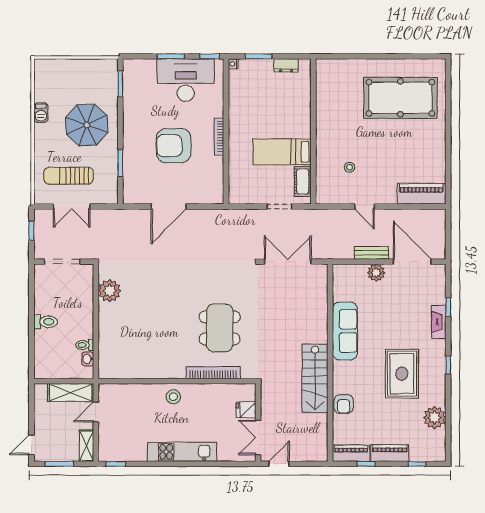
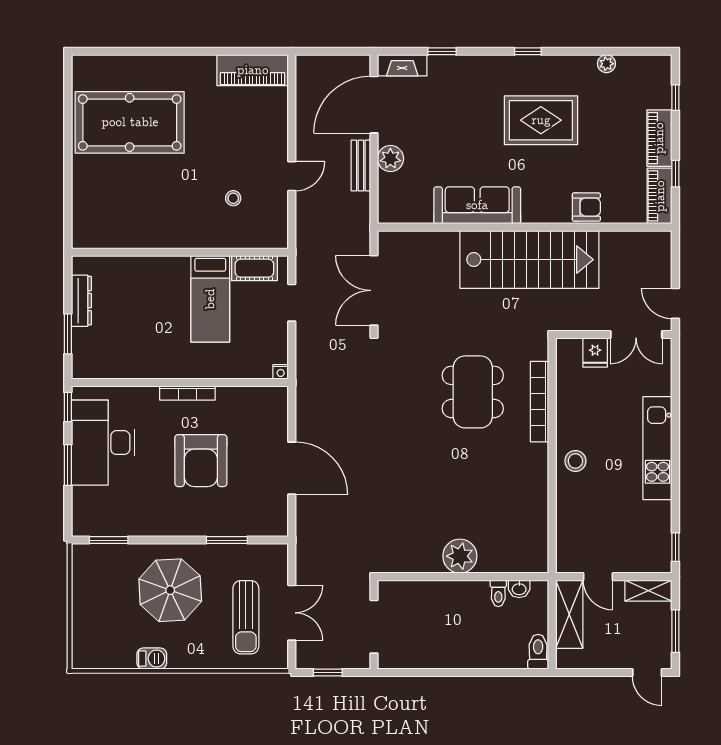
nightstand: (233, 64) -> (281, 372), moved
dresser: (286, 65) -> (81, 301), width x1.44
pool table: (400, 98) -> (130, 122), turned 90
piano: (421, 194) -> (253, 70), moved, turned -90
plant: (110, 291) -> (460, 556), moved
toilet: (45, 322) -> (538, 652), moved
fireplace: (439, 322) -> (402, 65), moved
dining table: (220, 328) -> (473, 392), turned 90
stairs: (315, 378) -> (529, 260), width x1.36, depth x1.51
plant: (435, 418) -> (606, 64), width x0.53, depth x0.53

